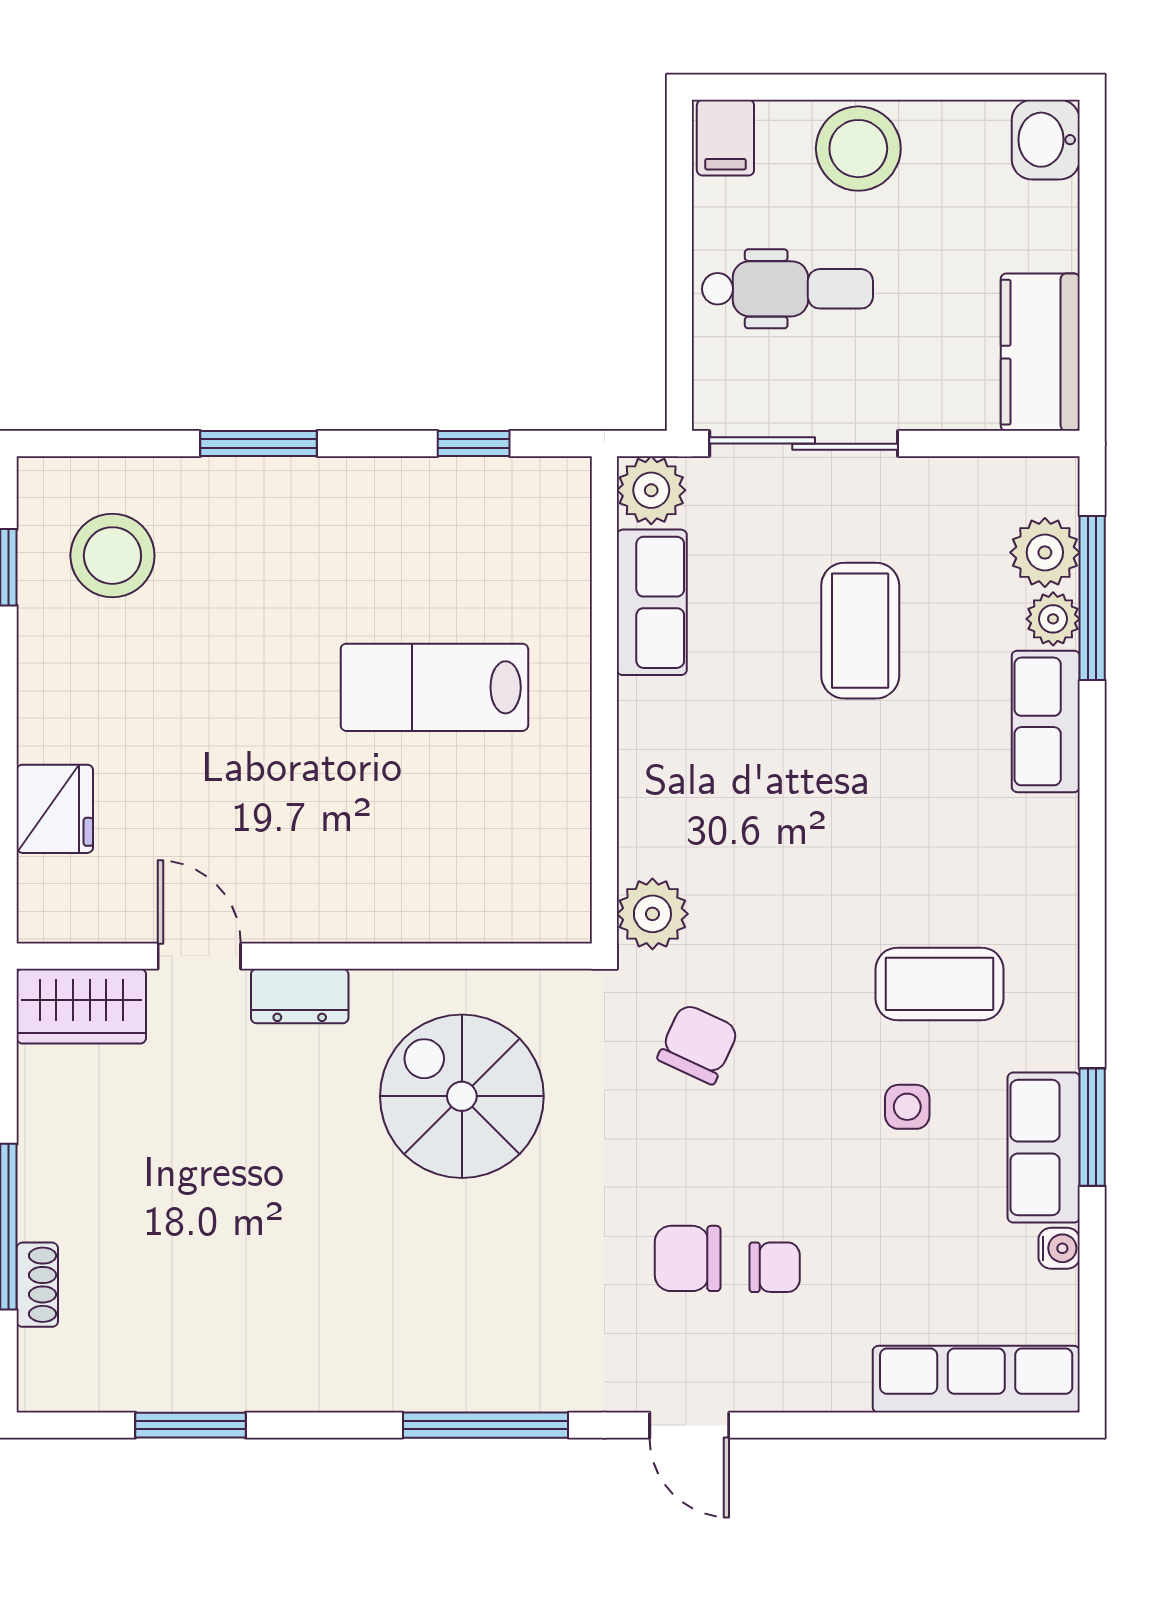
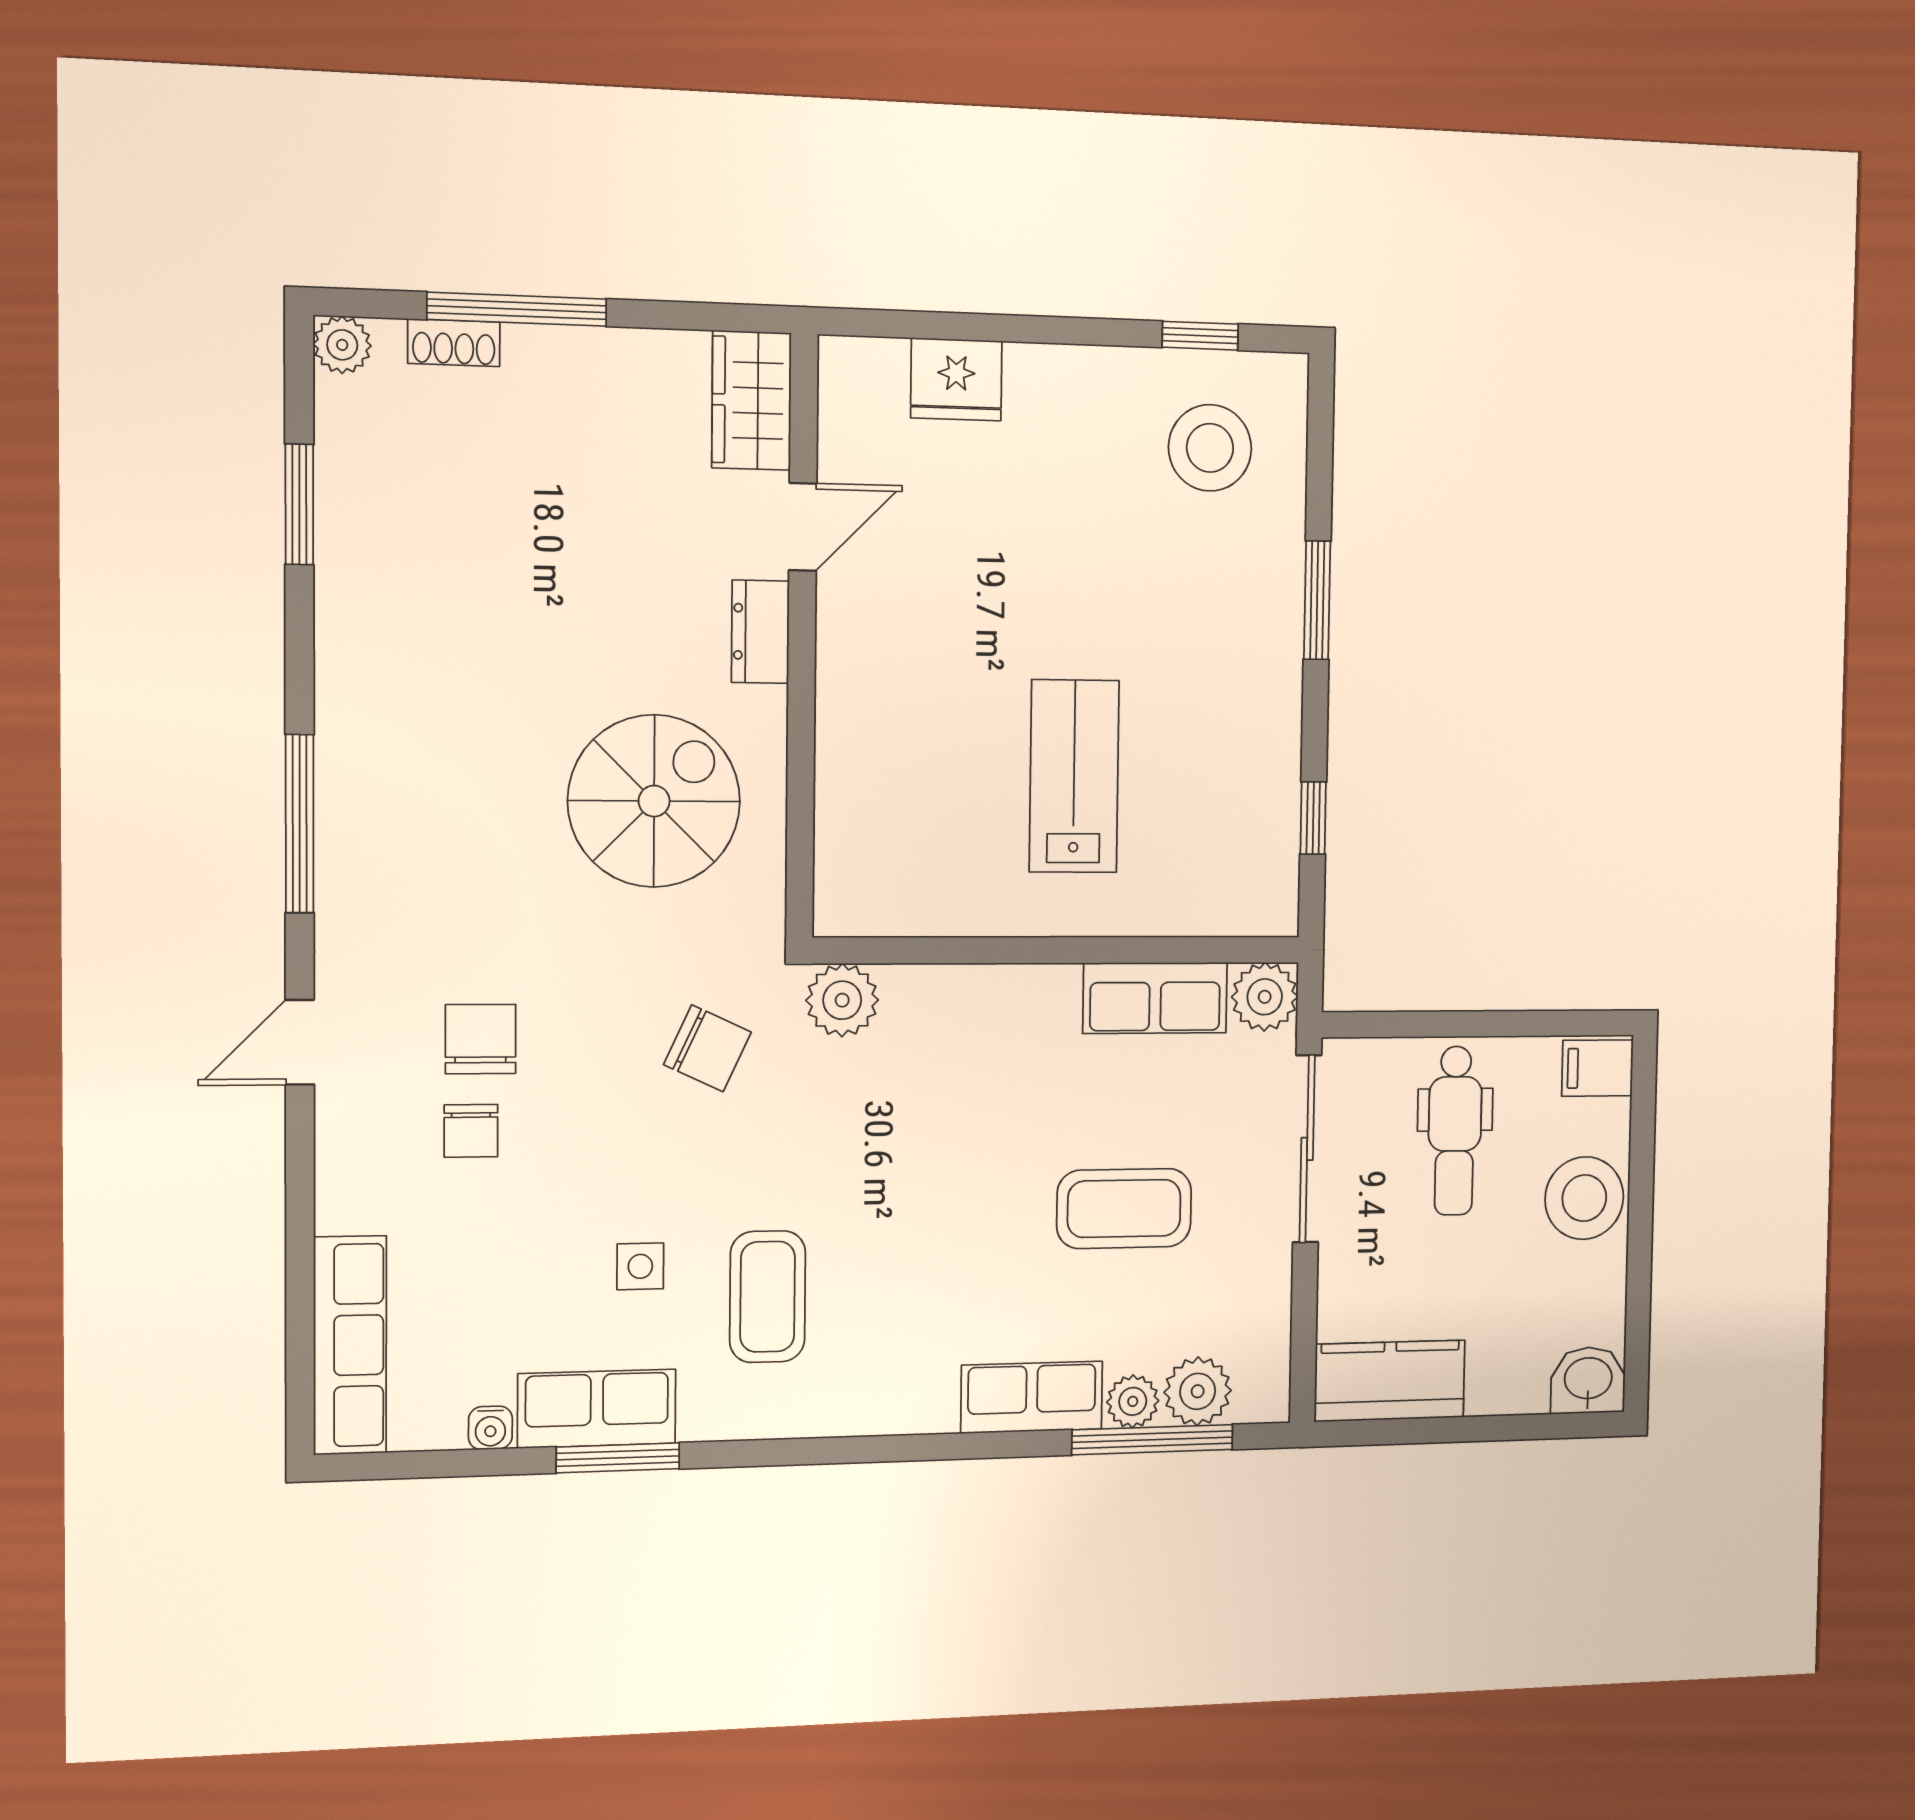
plant: (43, 1386) -> (342, 345), added

